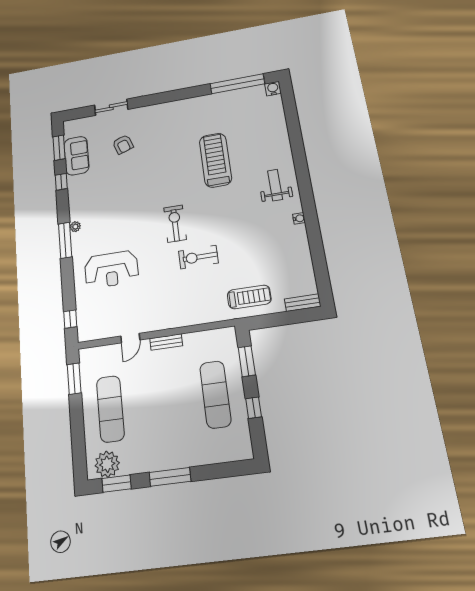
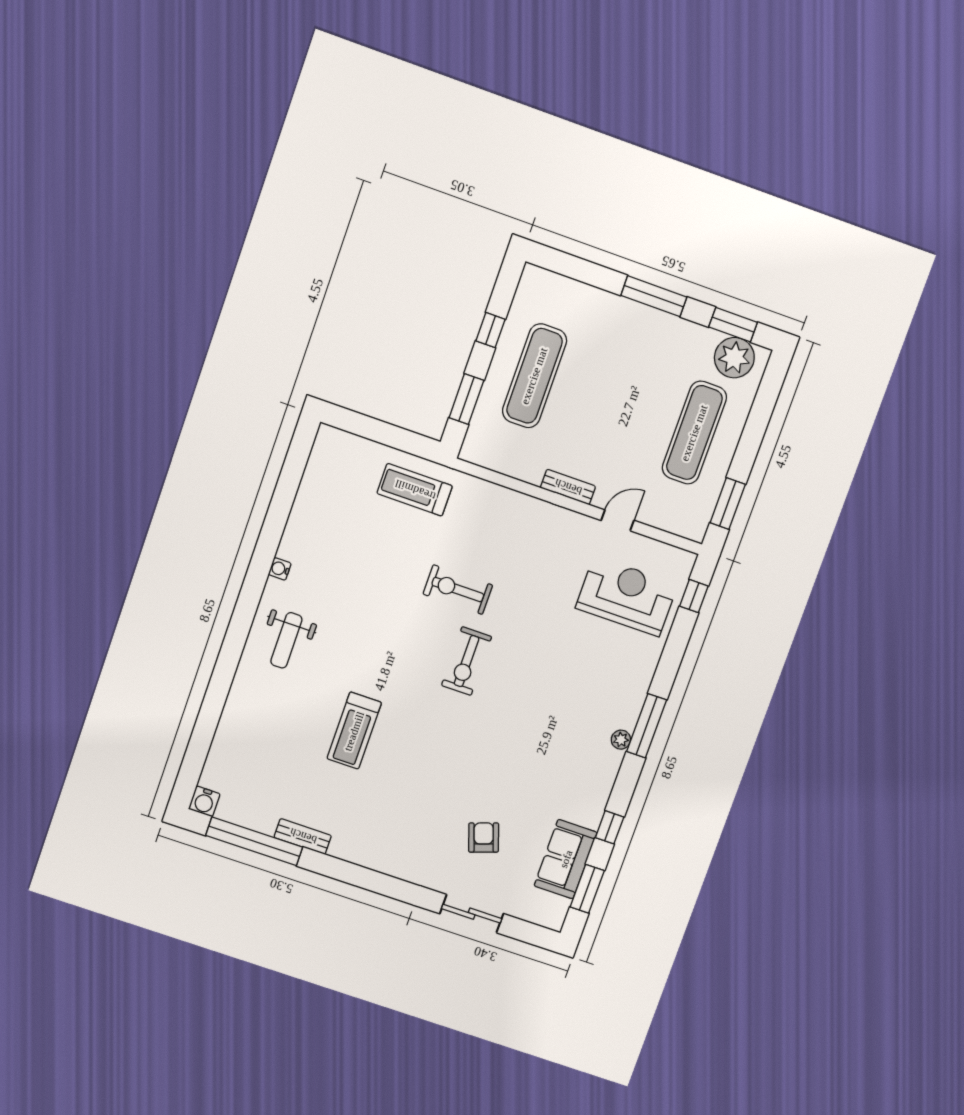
treadmill: (215, 160) -> (354, 731), width x0.73, depth x0.73
exercise bike: (198, 257) -> (458, 590), turned 180
reception desk: (111, 269) -> (627, 596), moved
bench: (303, 303) -> (303, 836), moved

